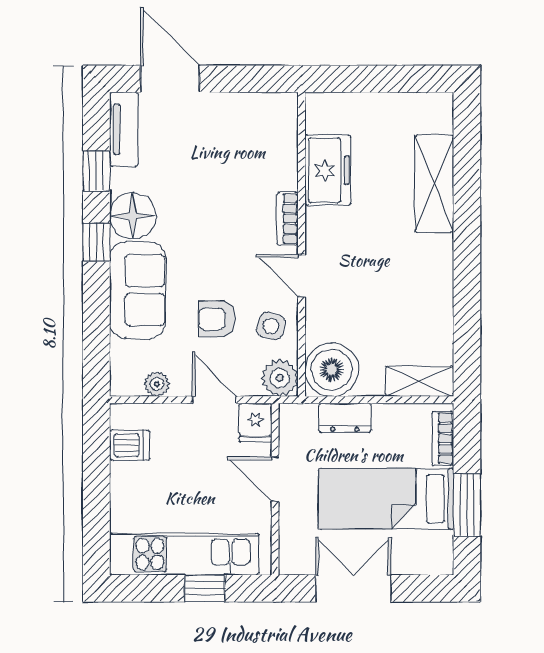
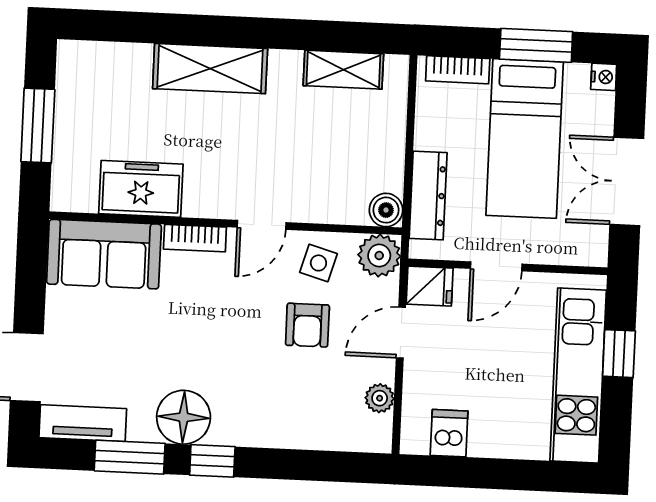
window: (378, 79) -> (38, 125), added
window: (96, 171) -> (130, 457), width x1.50
shelving: (434, 184) -> (210, 69), moved
sofa: (138, 290) -> (104, 254), moved, turned 180
boiler: (332, 370) -> (386, 210), width x0.54, depth x0.54
shelving: (420, 381) -> (343, 70), moved, turned 90
dresser: (345, 418) -> (428, 196), width x1.44
nightstand: (442, 564) -> (604, 77), added

